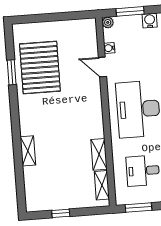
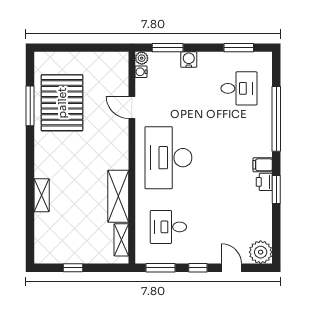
water cooler: (109, 48) -> (141, 72), moved
window: (12, 72) -> (30, 106), width x1.44
shelving: (99, 154) -> (118, 196), width x1.50, depth x1.33

